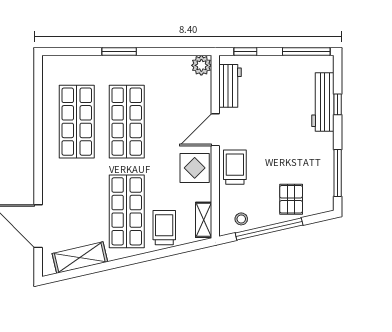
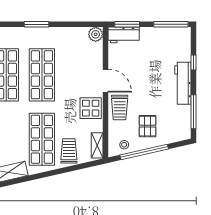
window: (245, 51) -> (127, 24), width x1.50
workbench: (230, 86) -> (124, 35), moved, turned 90
workbench: (323, 102) -> (183, 83), moved
door: (215, 130) -> (106, 81), swing flipped
trolley: (235, 167) -> (120, 107), turned 180
pallet: (291, 199) -> (148, 126), moved

